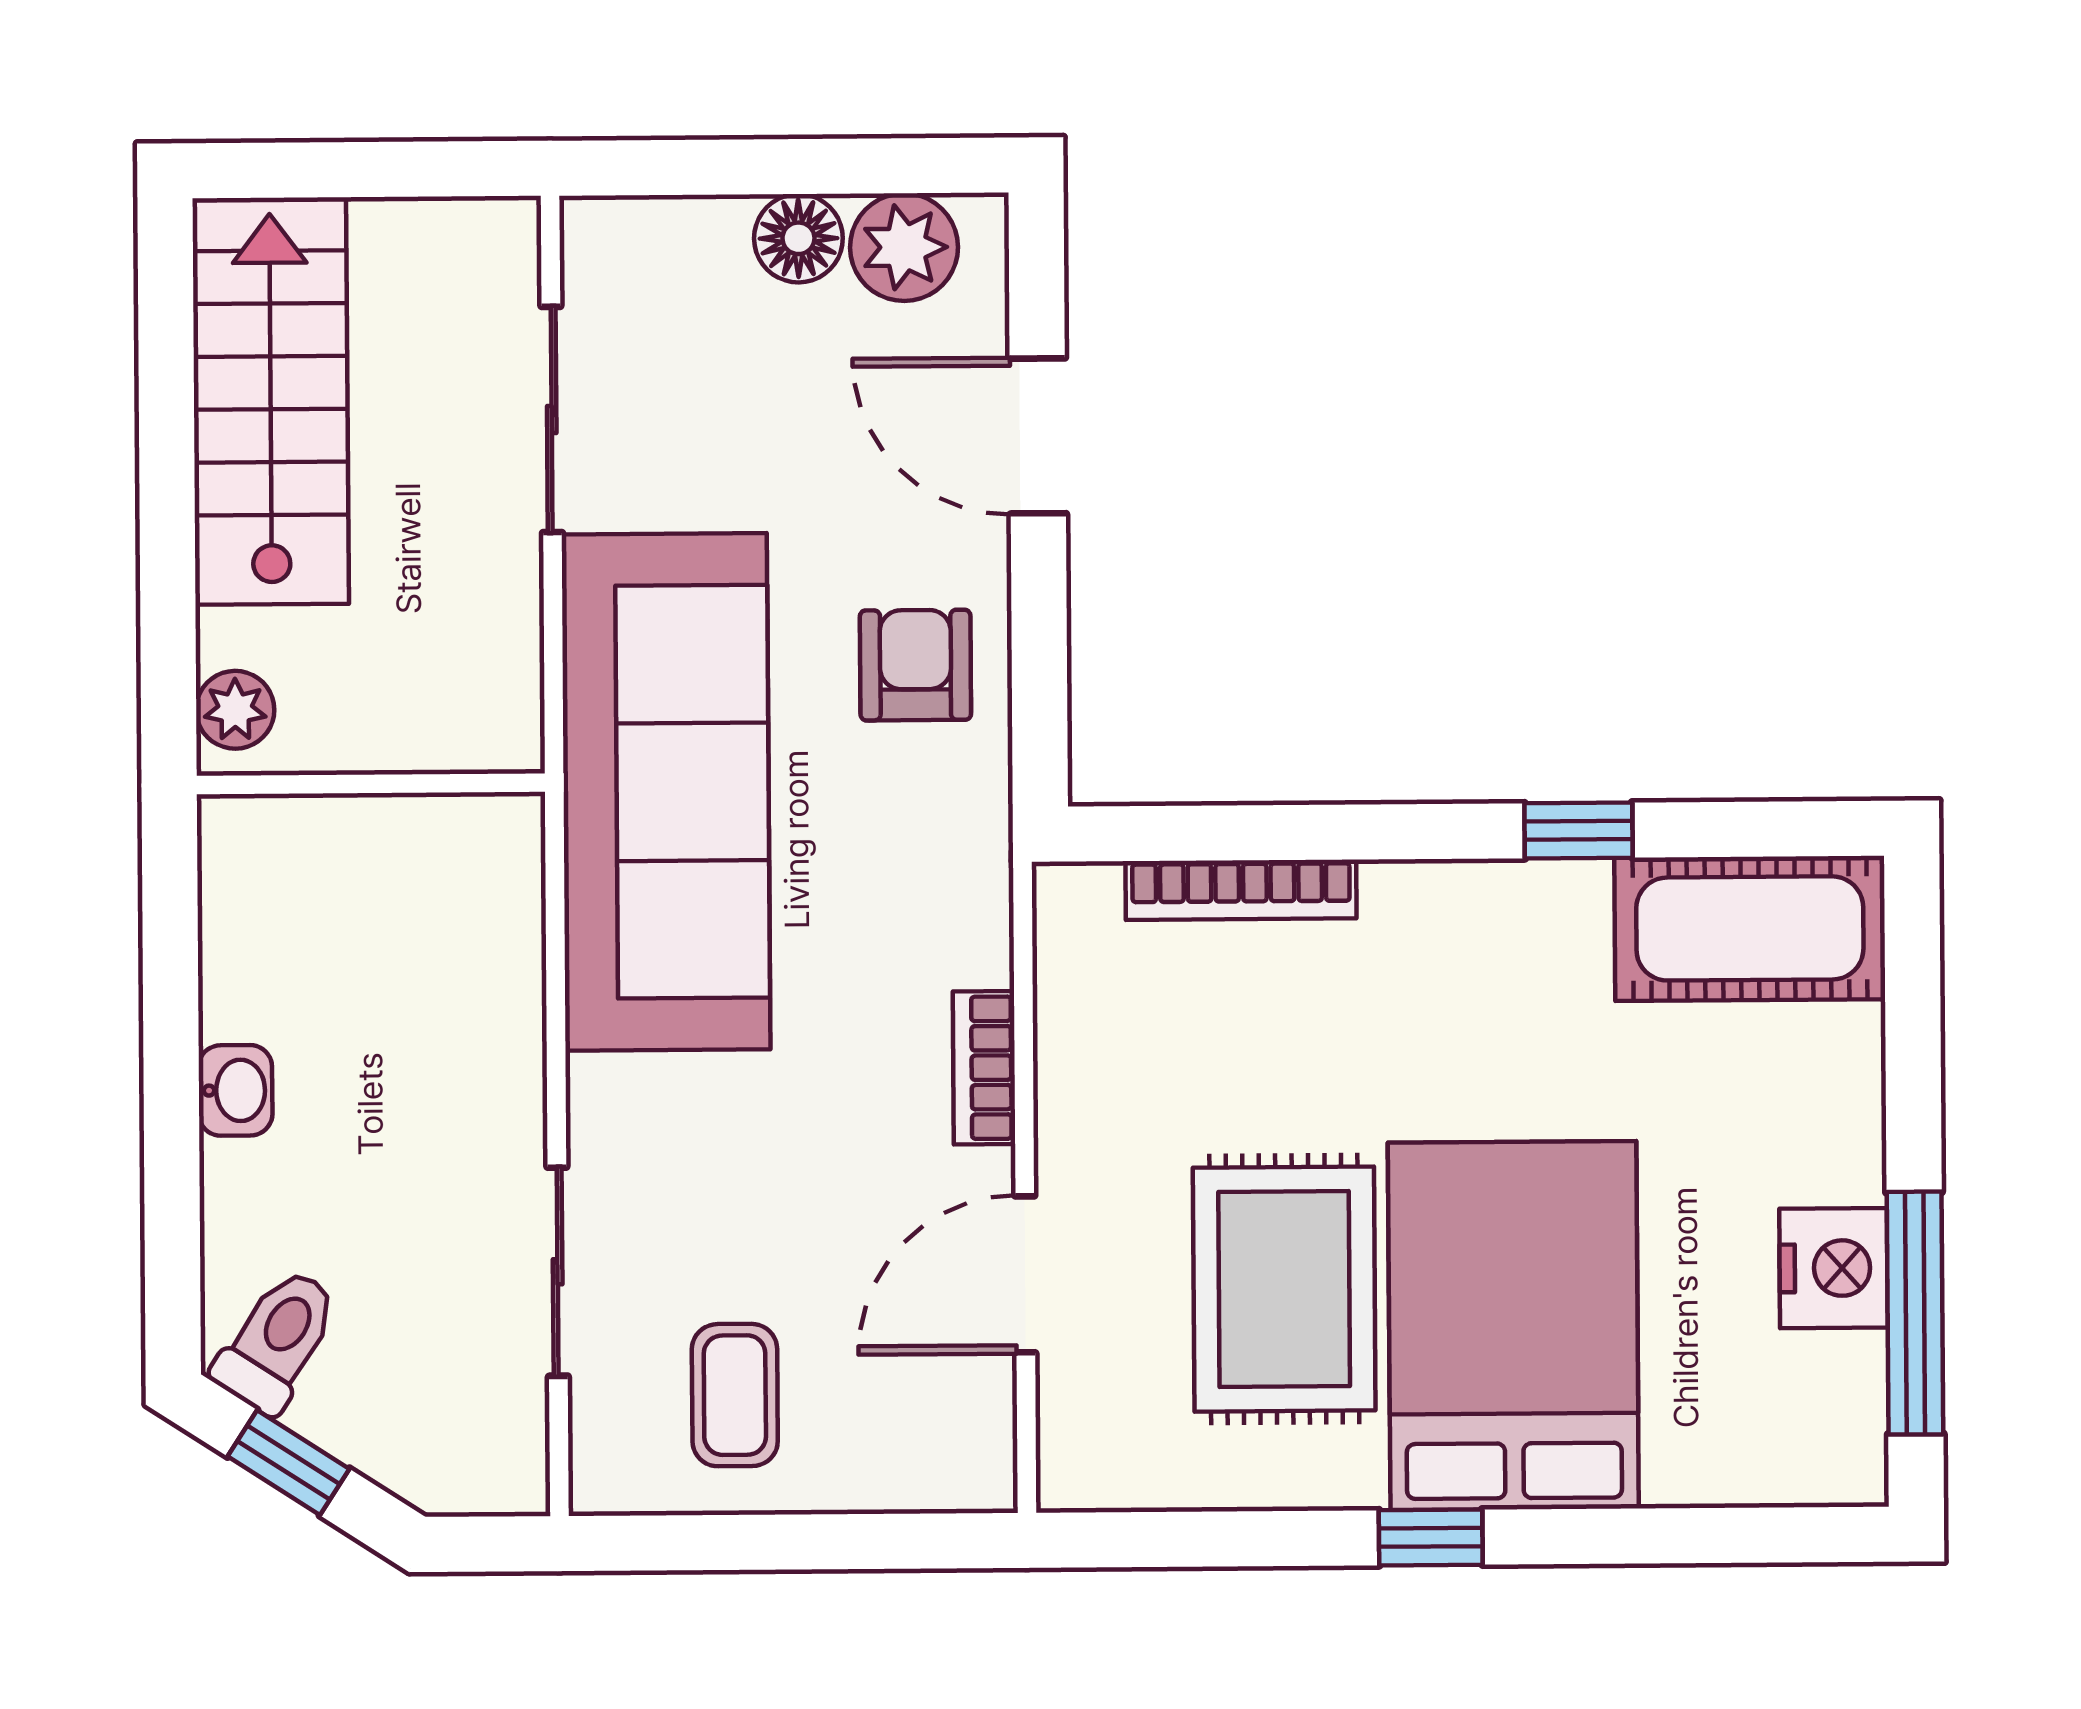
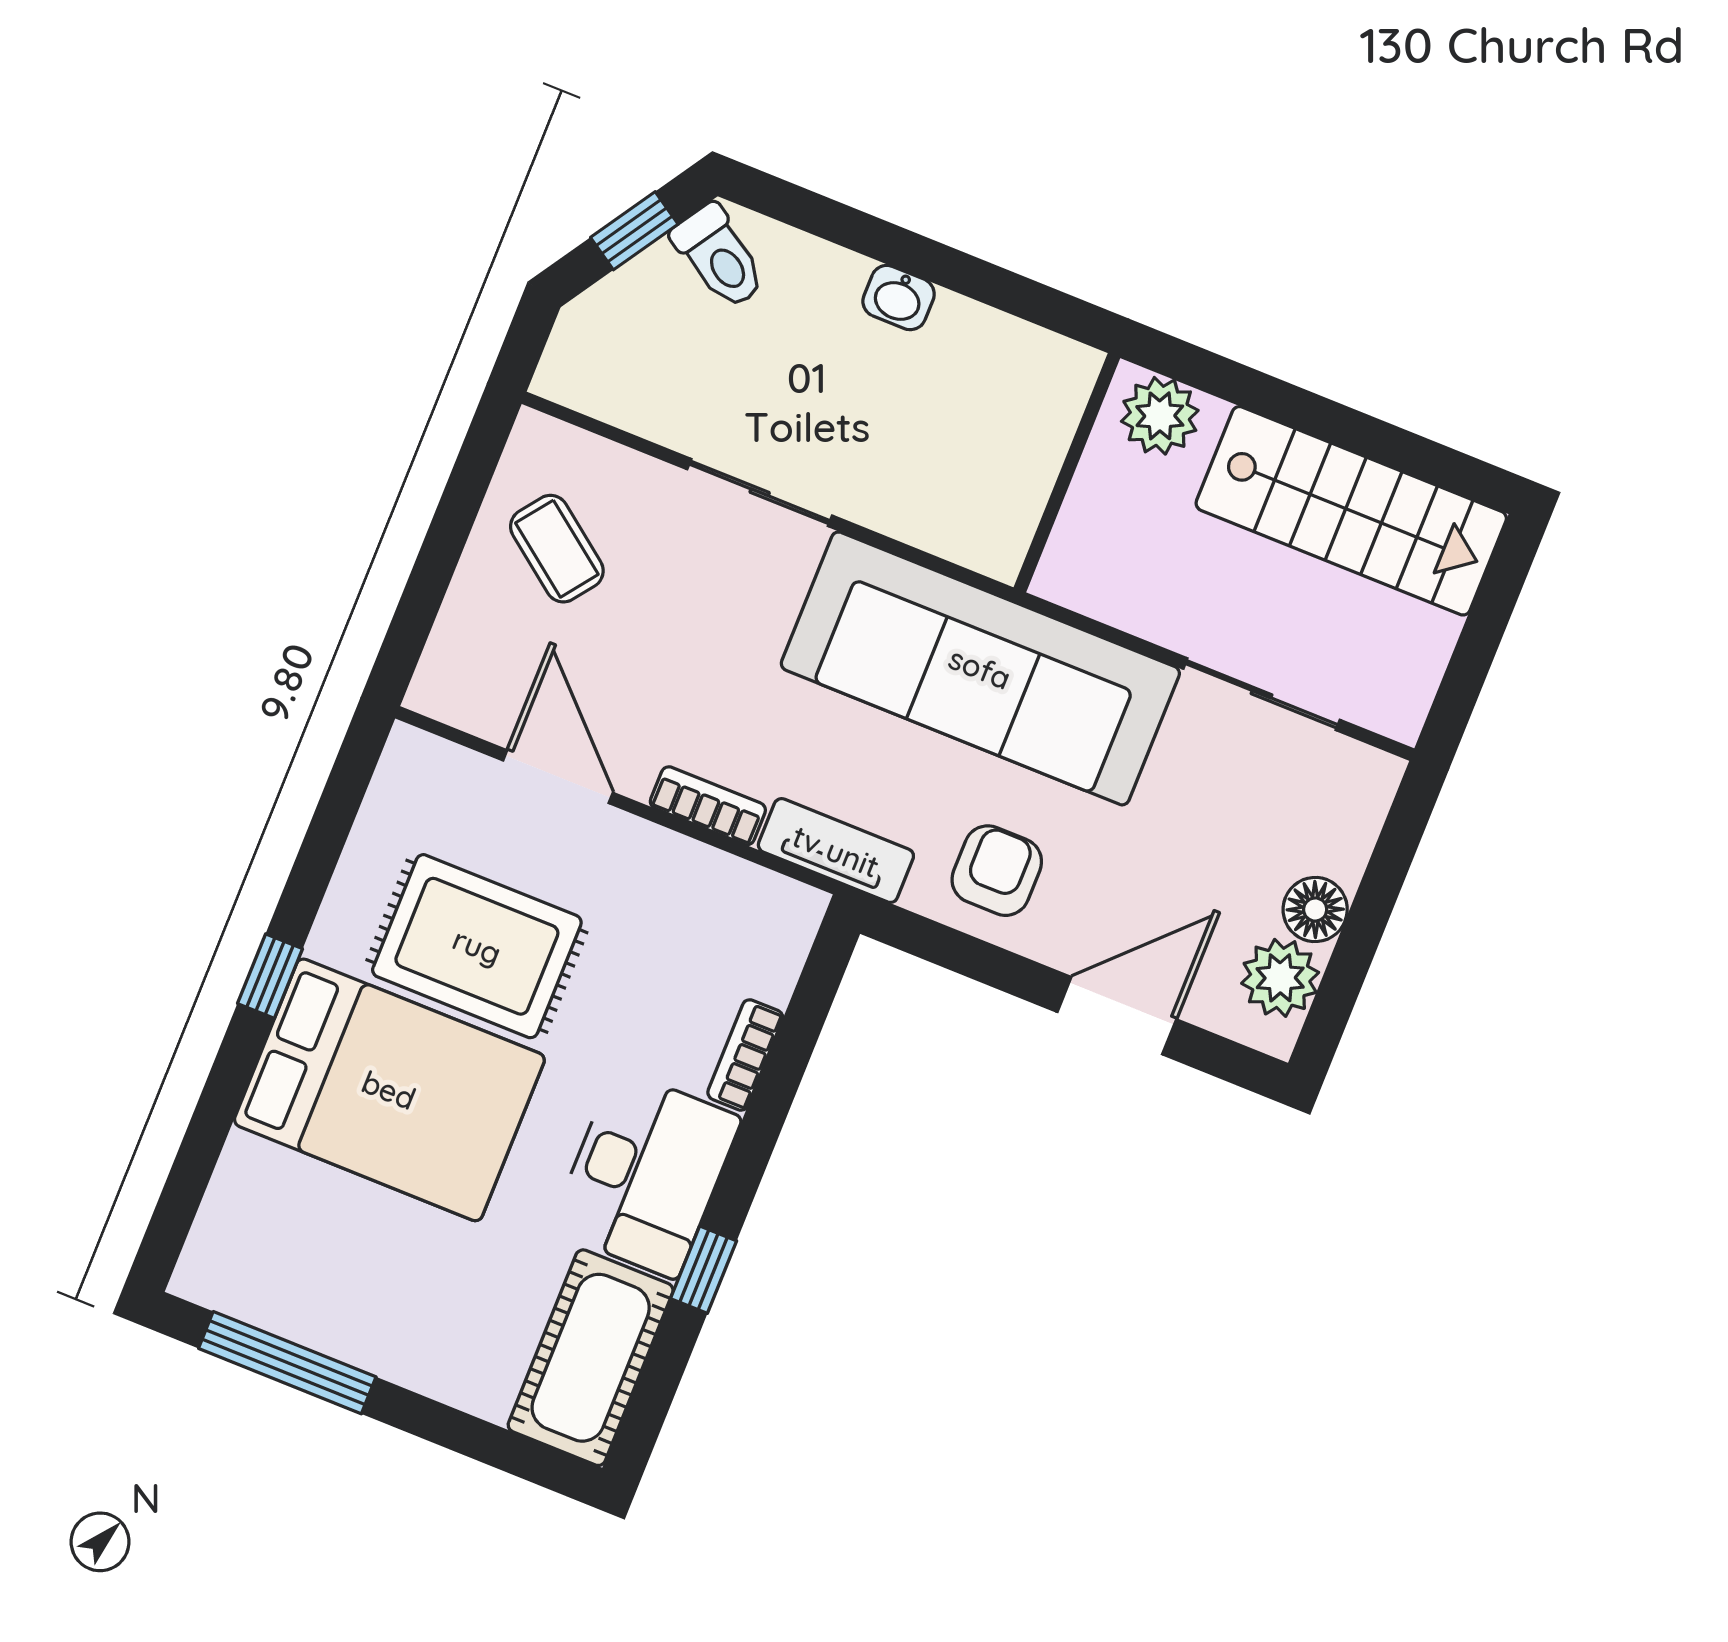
armchair: (915, 665) -> (997, 871), turned -90
plant: (235, 710) -> (1160, 416), width x1.38, depth x1.38
tv unit: (974, 881) -> (836, 851), added
bookcase: (1241, 890) -> (745, 1055), width x0.64
desk: (1486, 954) -> (646, 1174), added
nightstand: (1833, 1268) -> (340, 1320), removed
sliding door: (558, 1272) -> (760, 492), moved
coffee table: (735, 1395) -> (557, 549), turned 37

